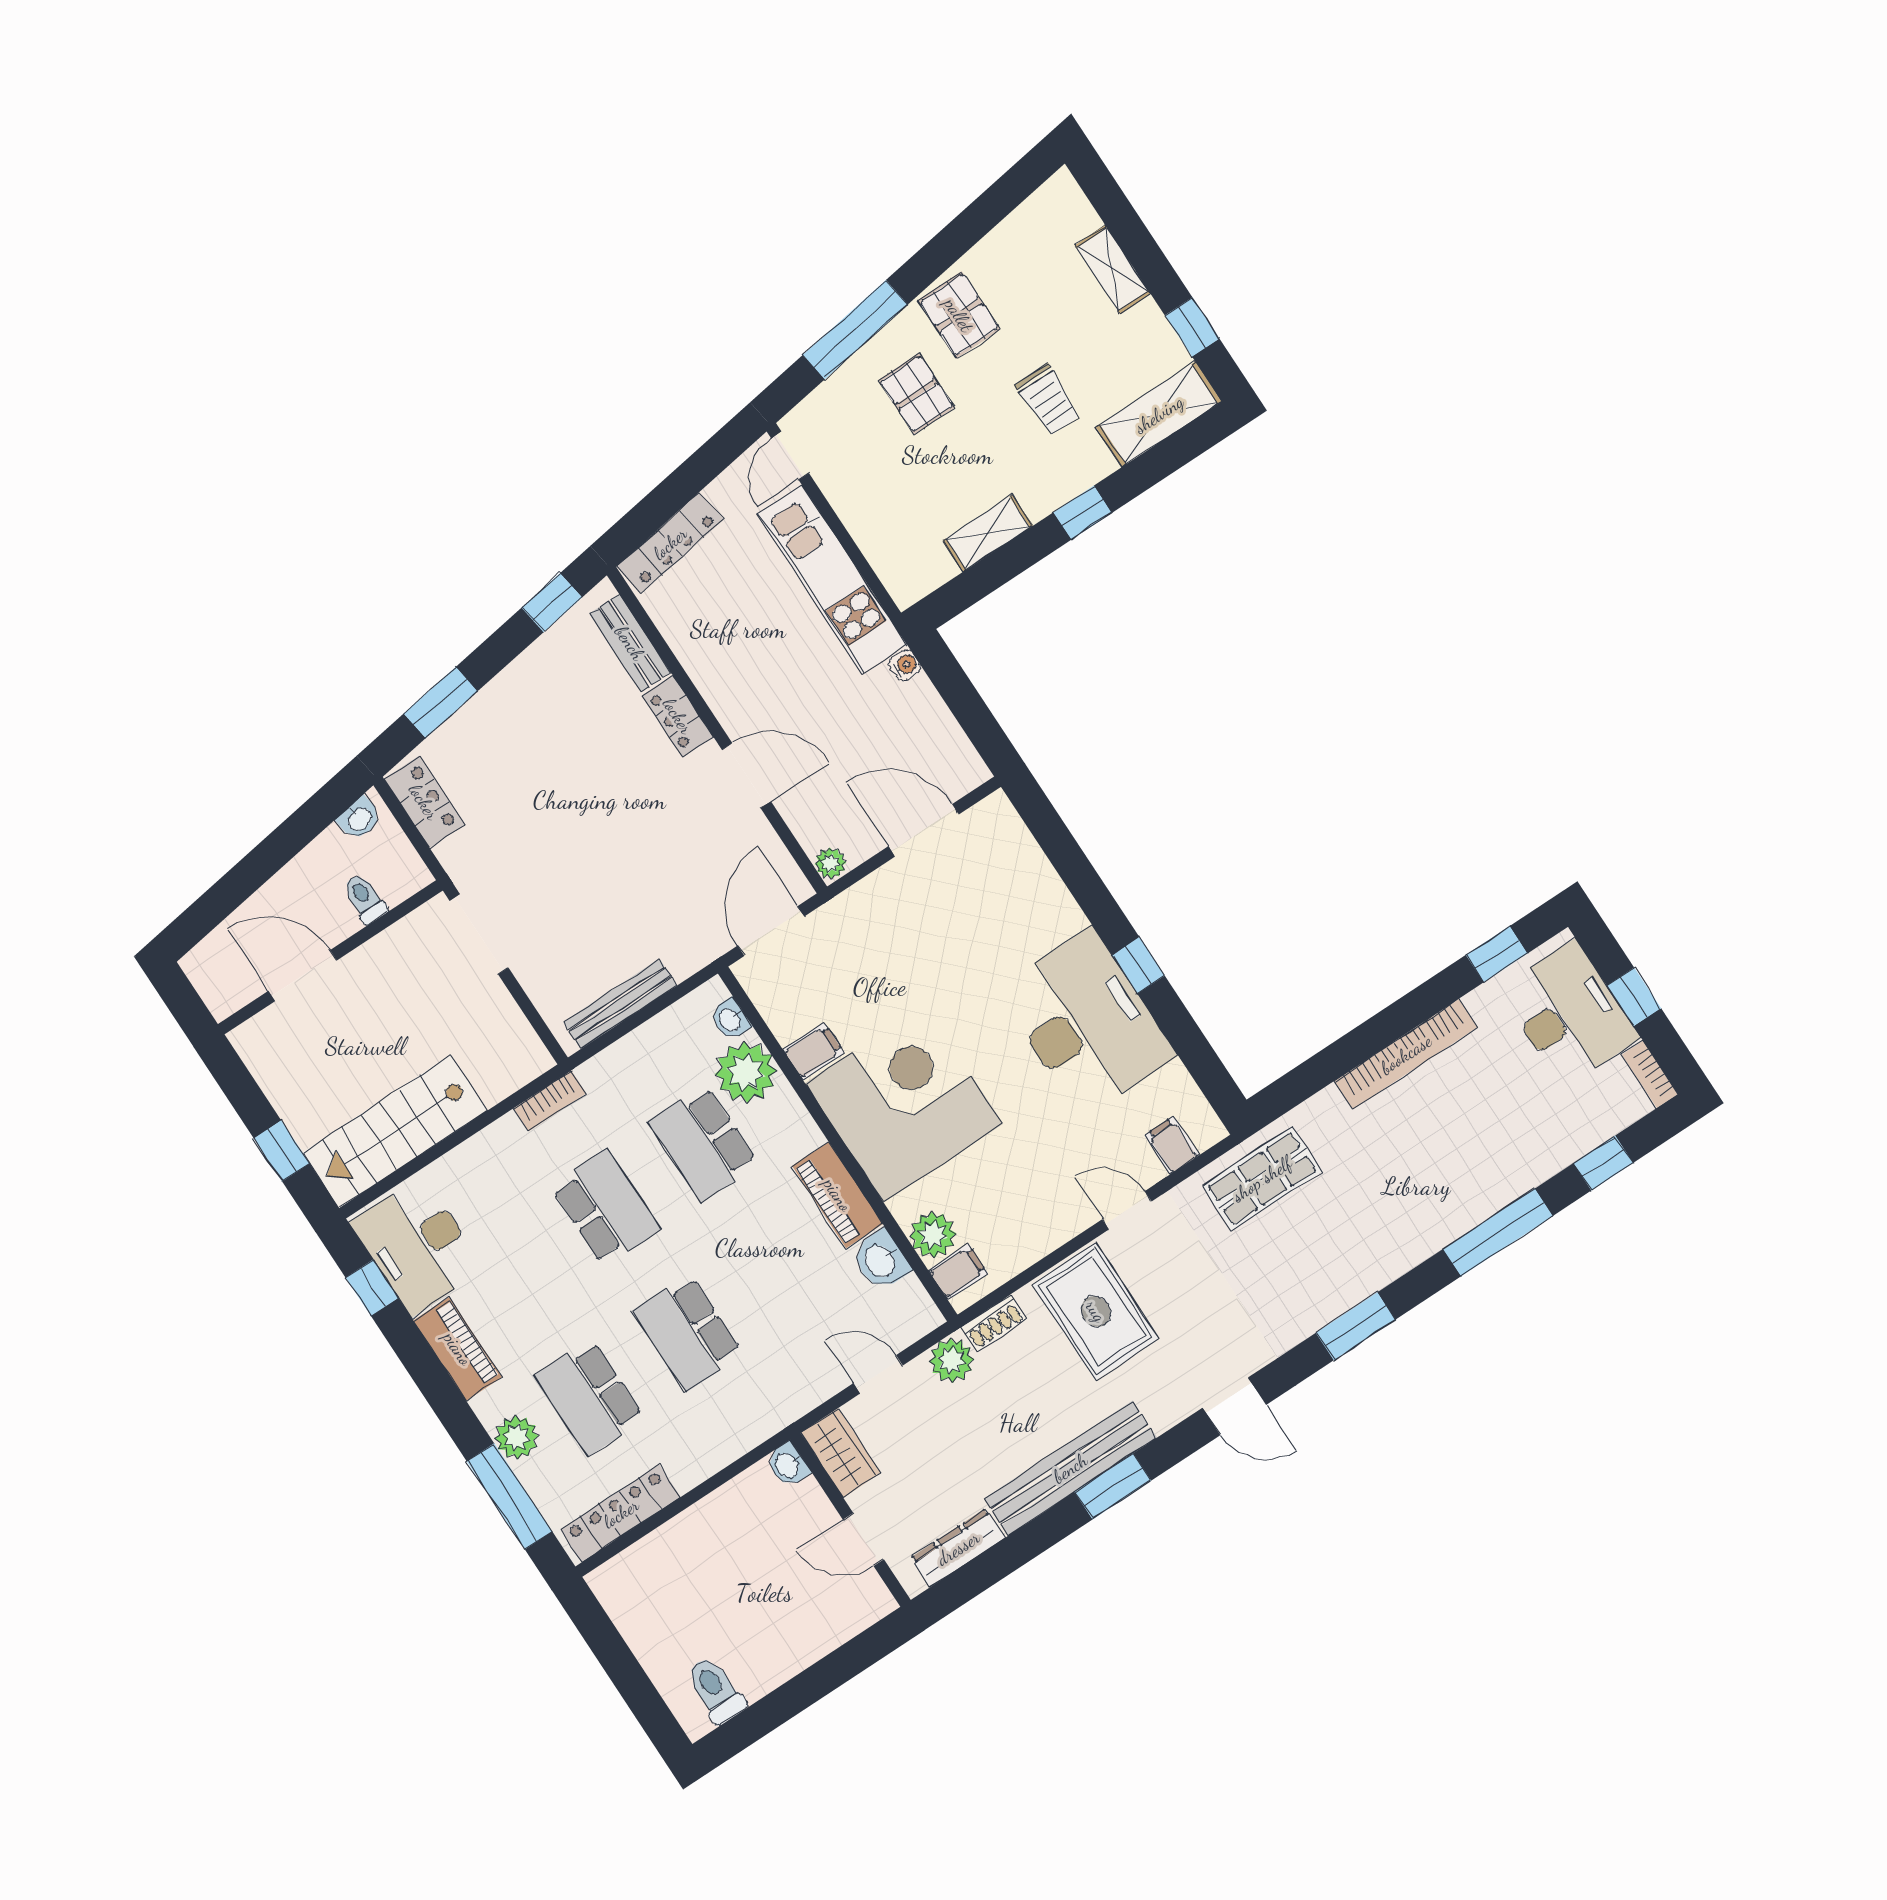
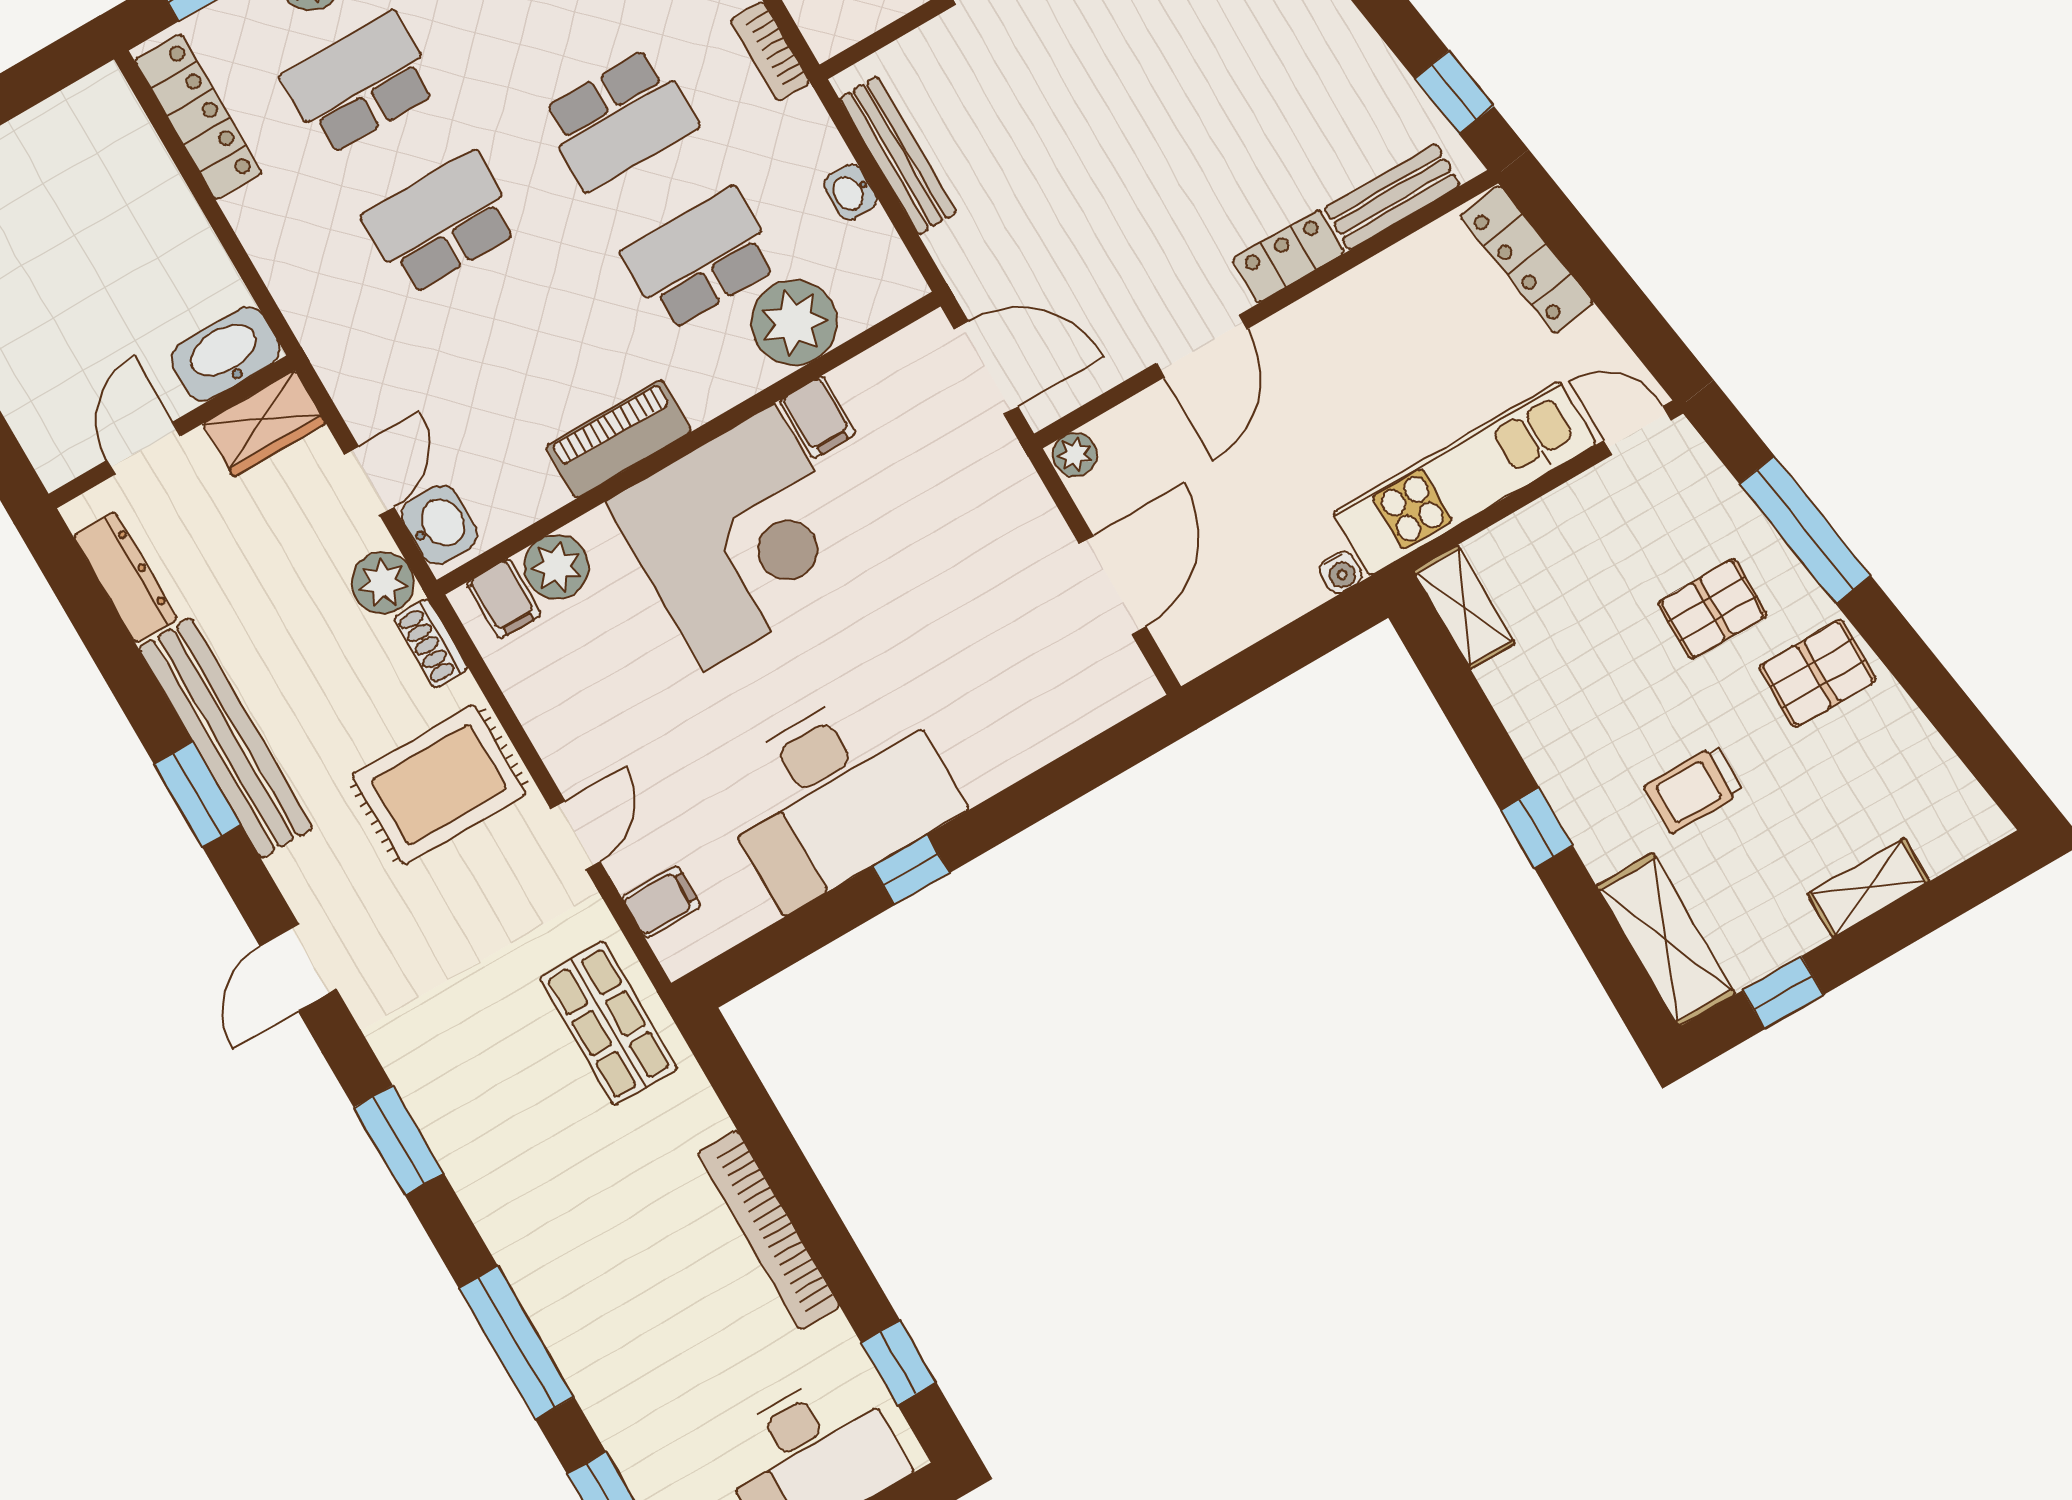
shelving: (988, 533) -> (1464, 607), moved
washbasin: (730, 1019) -> (850, 192), moved, turned -90
washbasin: (881, 1260) -> (439, 525), moved, turned 90
washbasin: (788, 1465) -> (225, 354), width x1.91, depth x1.45

